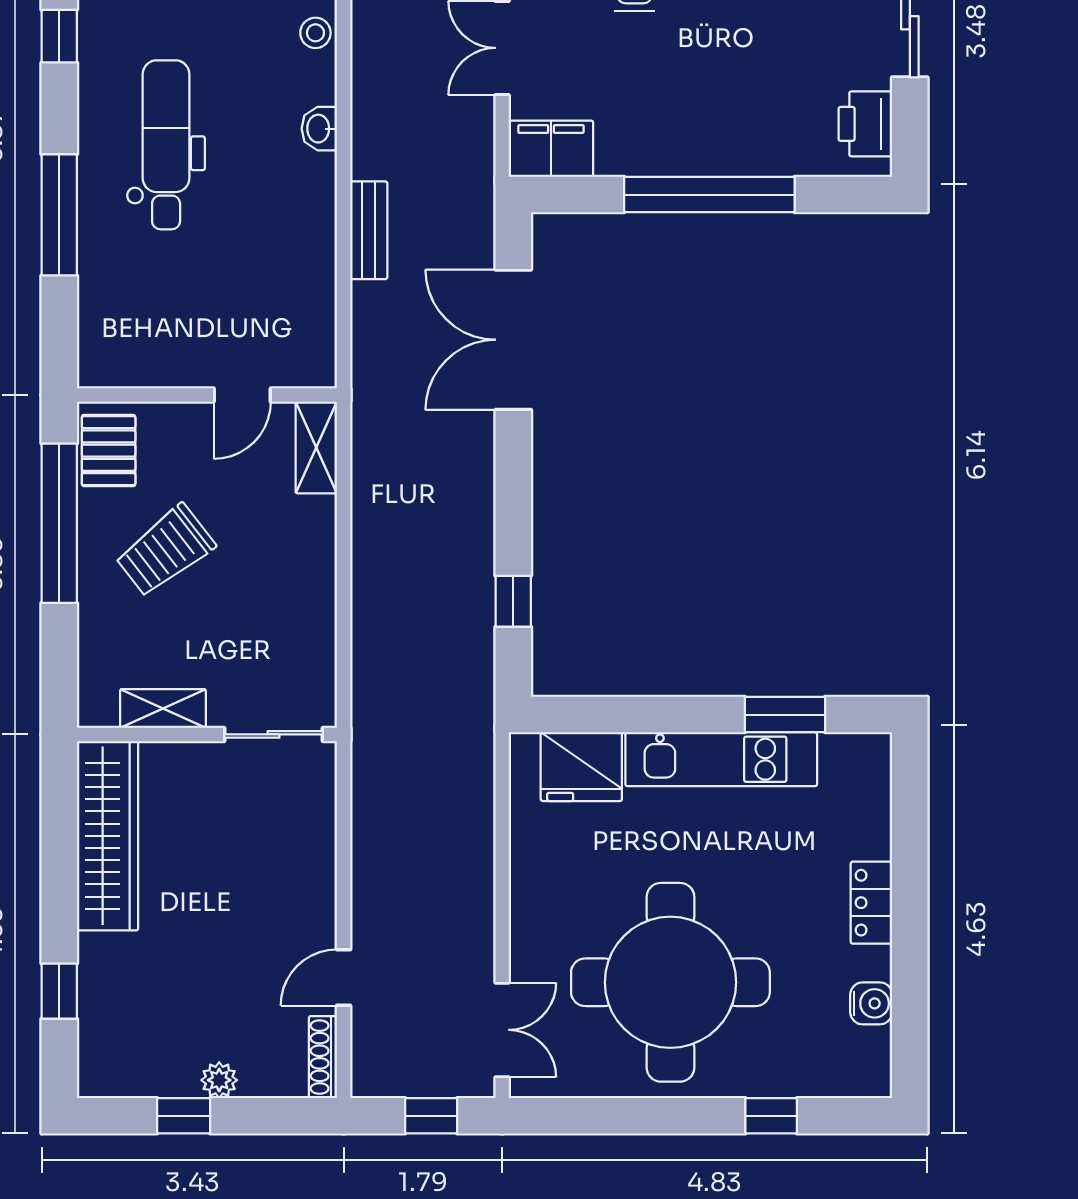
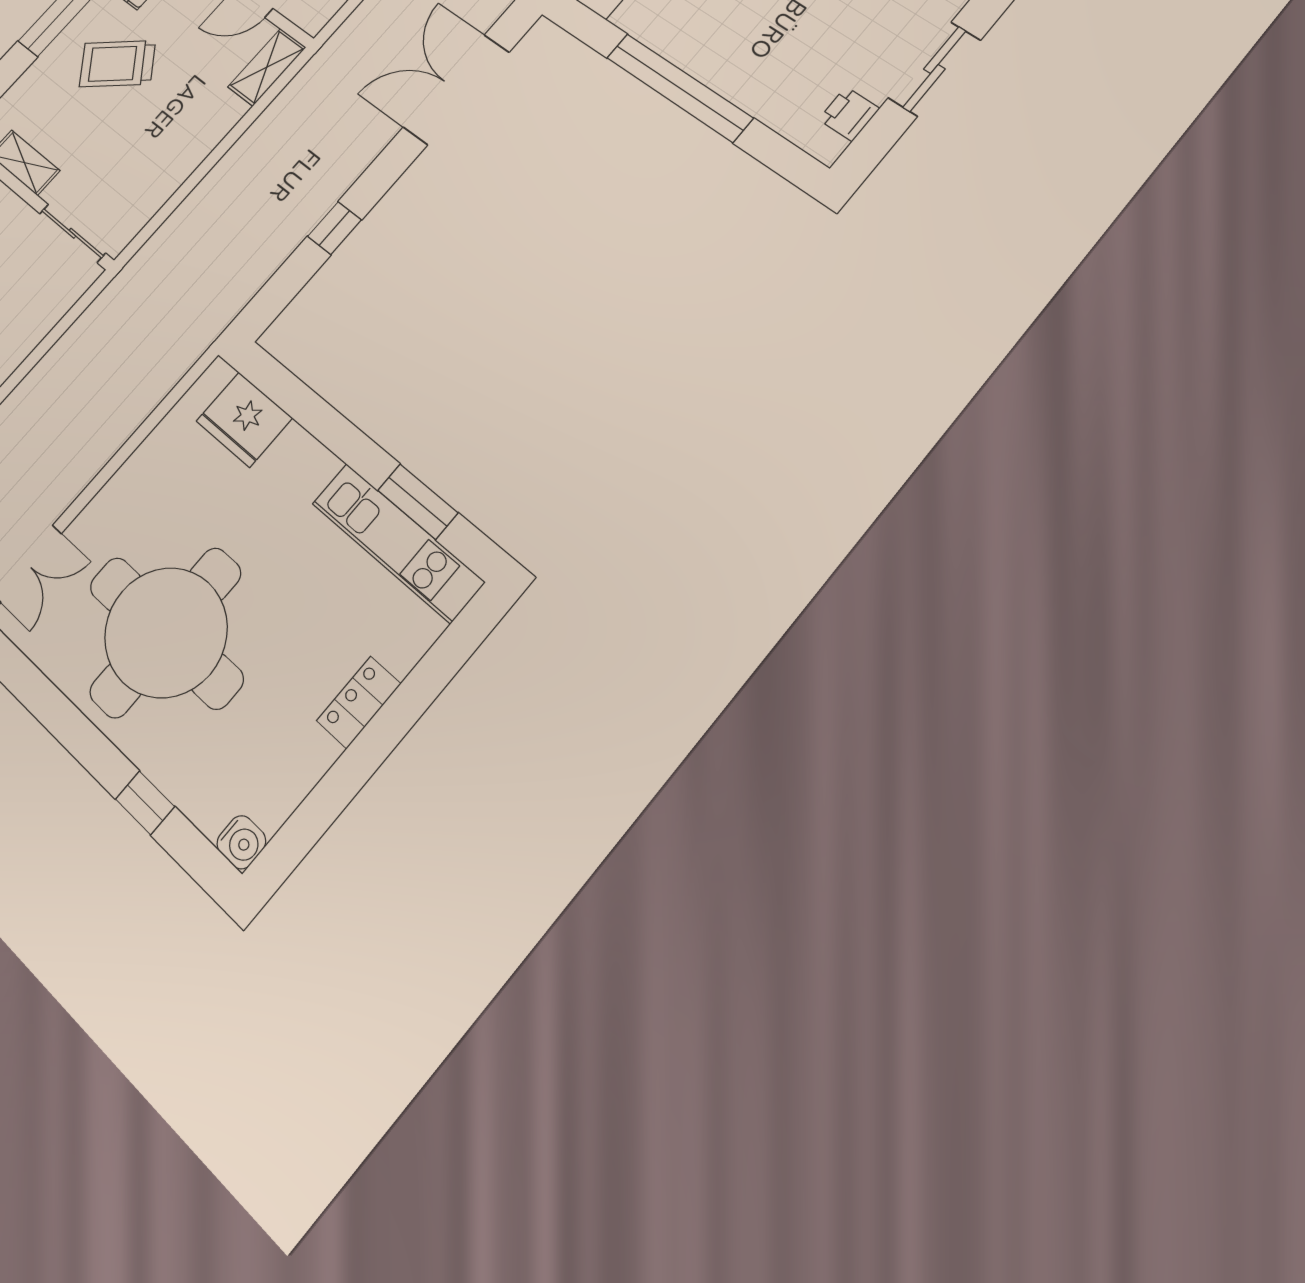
printer: (865, 124) -> (849, 114), width x0.73, depth x0.81
window: (513, 601) -> (335, 228), moved
kitchen unit: (721, 759) -> (397, 542), moved
water cooler: (871, 1003) -> (241, 842), moved

